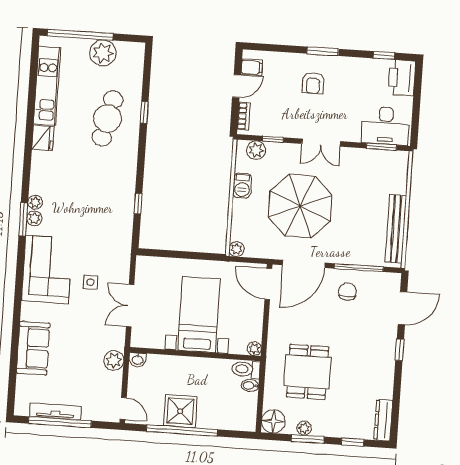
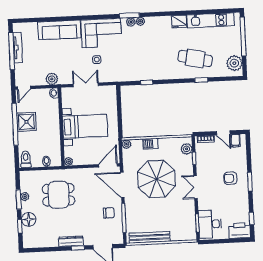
plant: (103, 53) -> (234, 63), moved
barbecue: (242, 186) -> (151, 144), moved
sofa: (33, 348) -> (59, 30), width x1.36
toilet: (246, 369) -> (26, 159), moved
dresser: (383, 420) -> (71, 241), moved
floor lamp: (273, 421) -> (29, 219), moved

